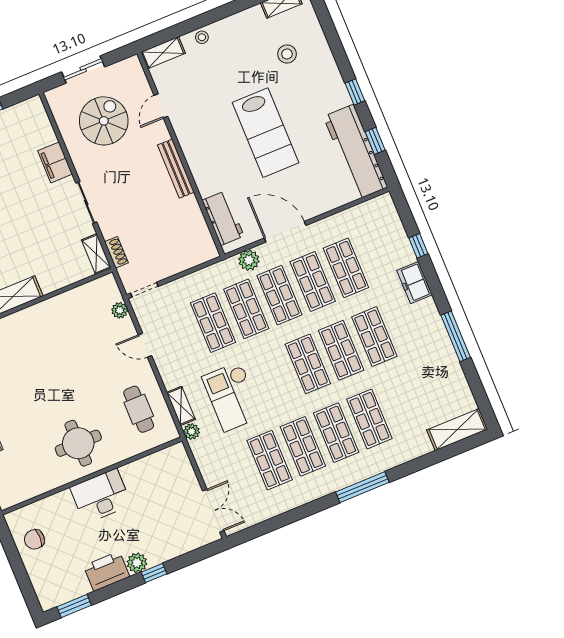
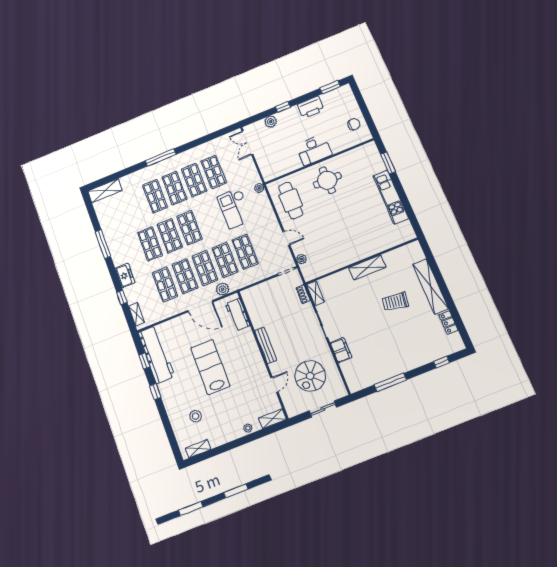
checkout: (232, 397) -> (235, 208), turned 180
shelving: (181, 406) -> (137, 314), moved
cafe table: (139, 409) -> (291, 200), width x1.37, depth x1.35
plant: (137, 563) -> (271, 122), moved

